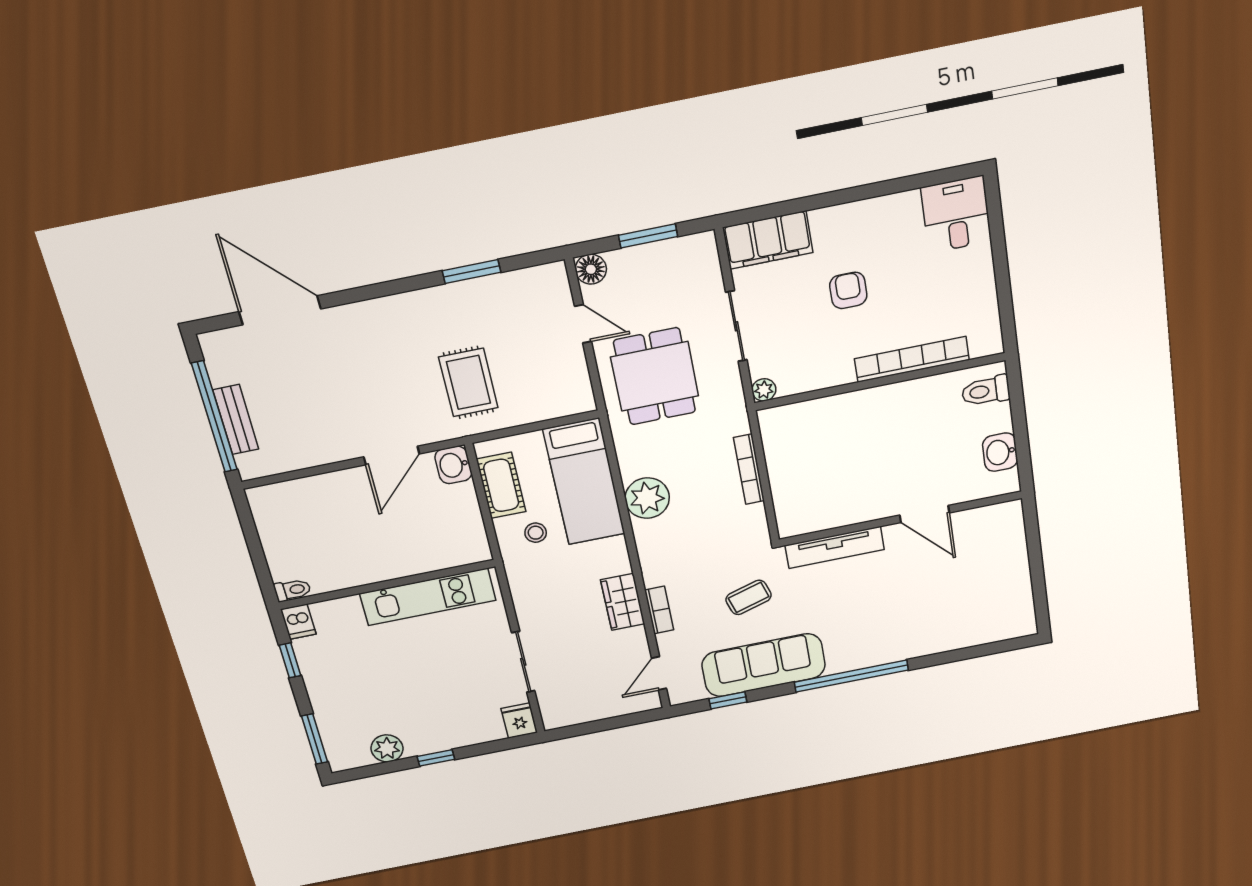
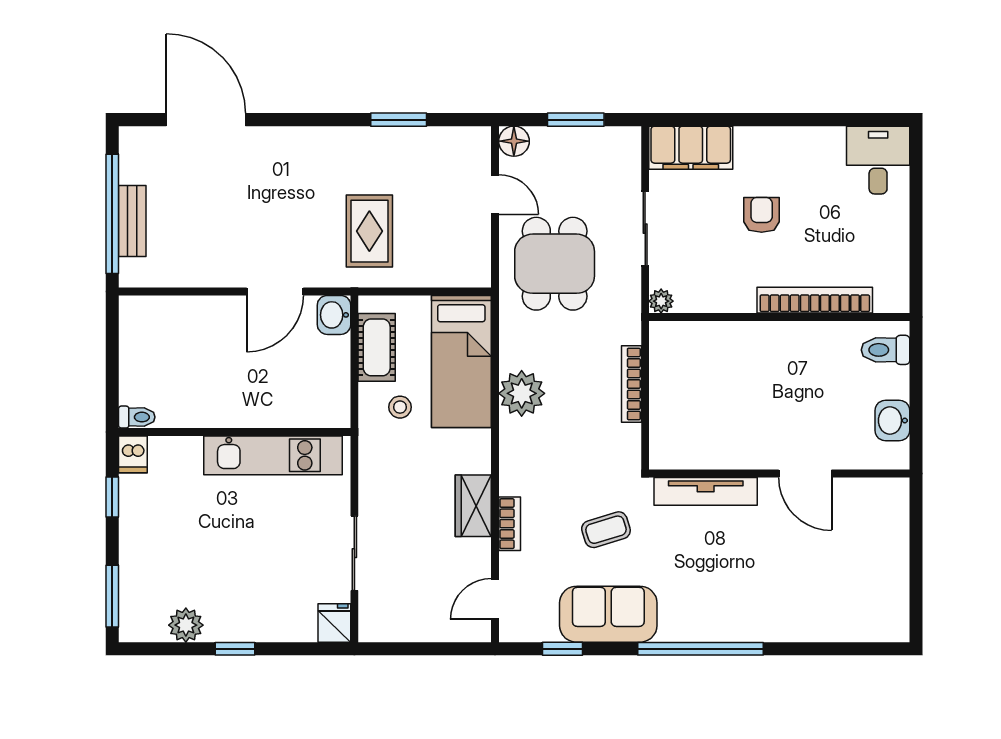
sofa: (764, 665) -> (608, 614), width x0.73

